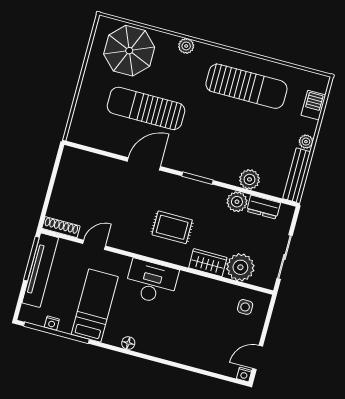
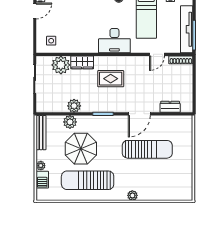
parasol: (129, 51) -> (81, 149), moved
plant: (306, 142) -> (41, 166), moved
dresser: (264, 207) -> (170, 107), moved

